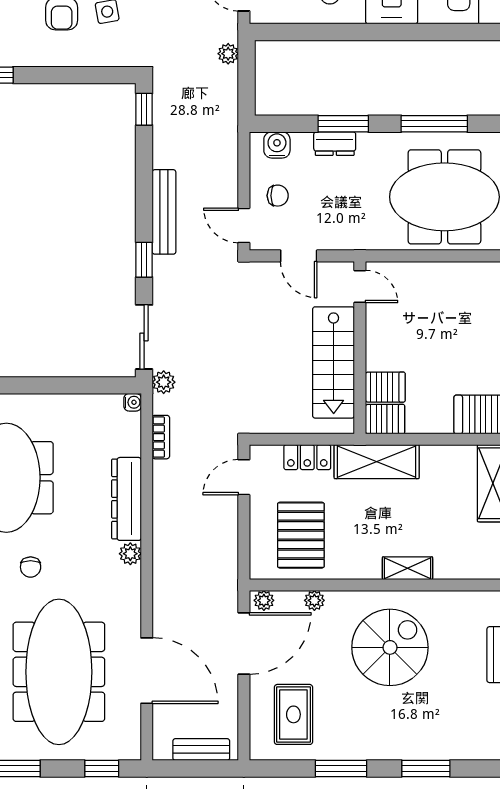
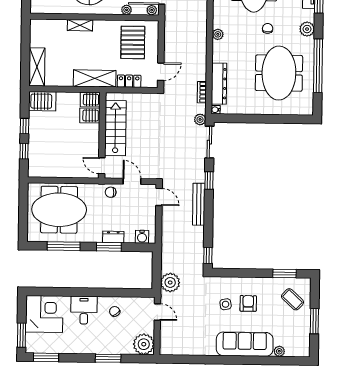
plant: (228, 54) -> (170, 282), width x1.88, depth x1.88
chair: (278, 196) -> (111, 192), moved
dresser: (127, 499) -> (219, 84), moved

